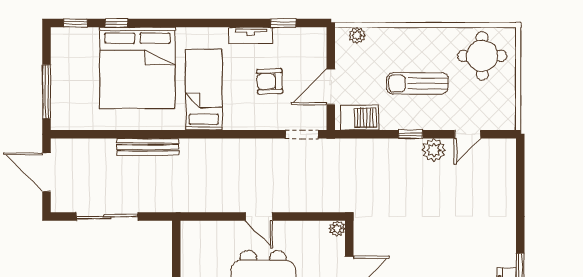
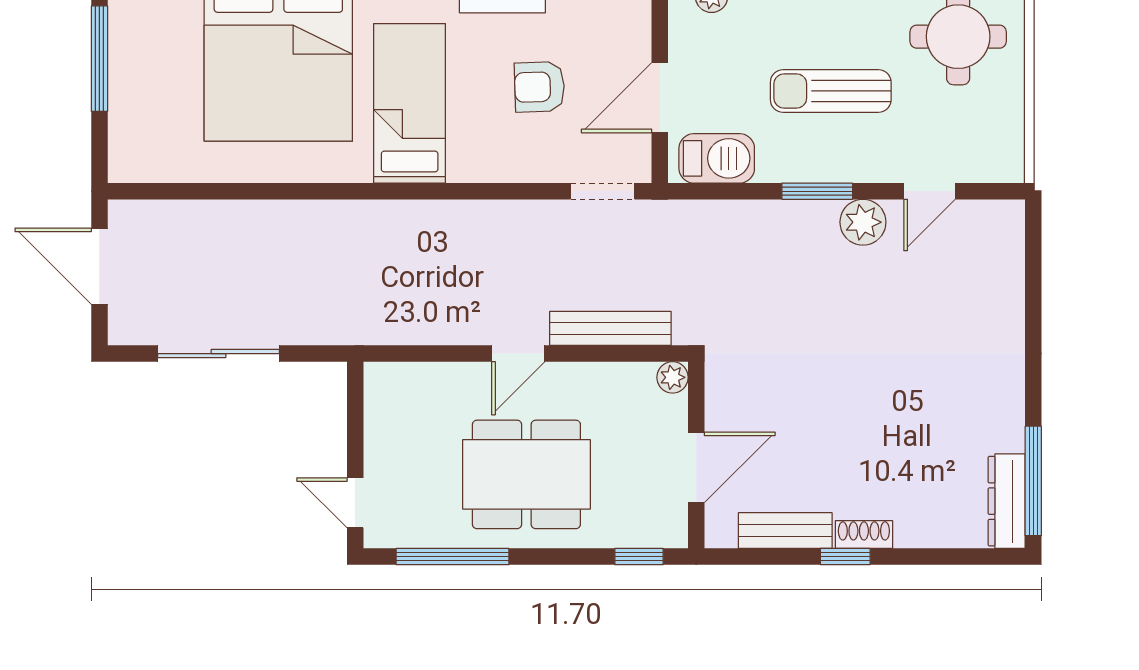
window: (47, 92) -> (99, 59), moved
window: (411, 134) -> (817, 191), width x1.50
bench: (148, 147) -> (610, 328), moved
door: (259, 217) -> (518, 354), hinge flipped

